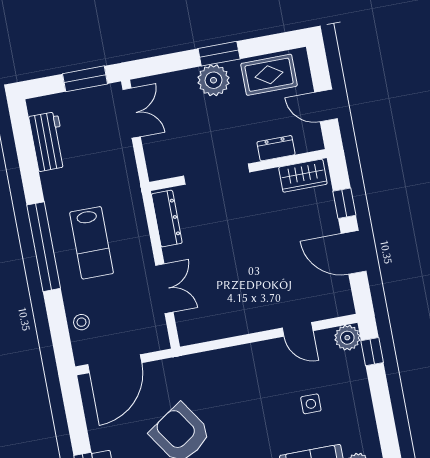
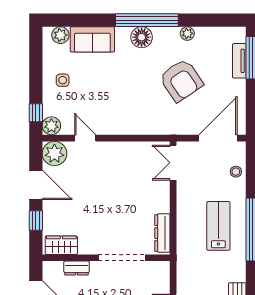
double door: (164, 289) -> (173, 163), moved
plant: (336, 300) -> (54, 154), added
side table: (311, 404) -> (63, 80), moved

